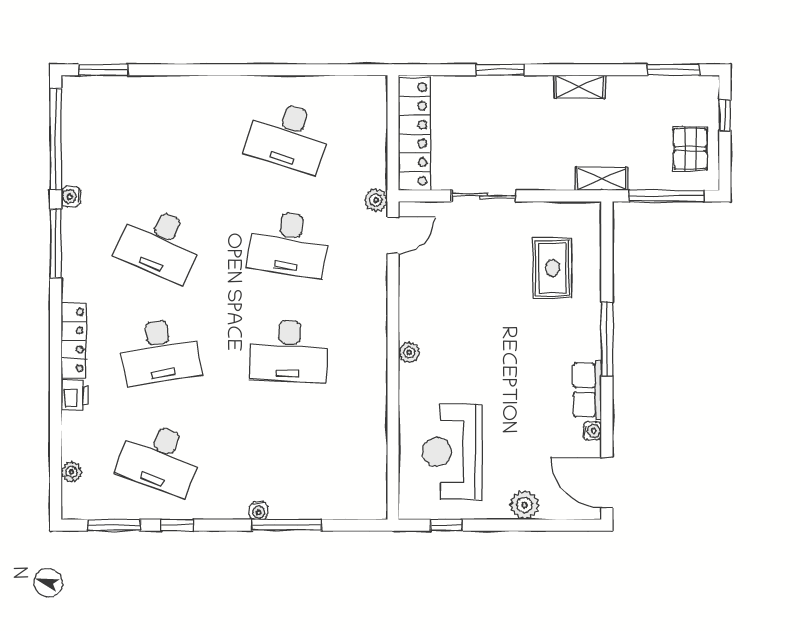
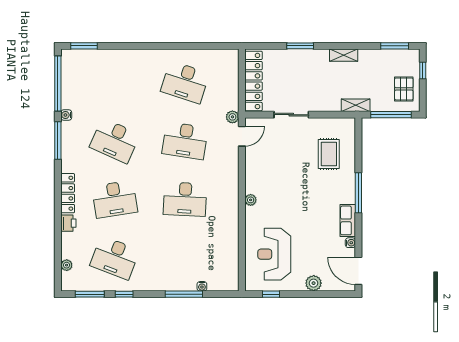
water cooler: (259, 511) -> (202, 286), moved

